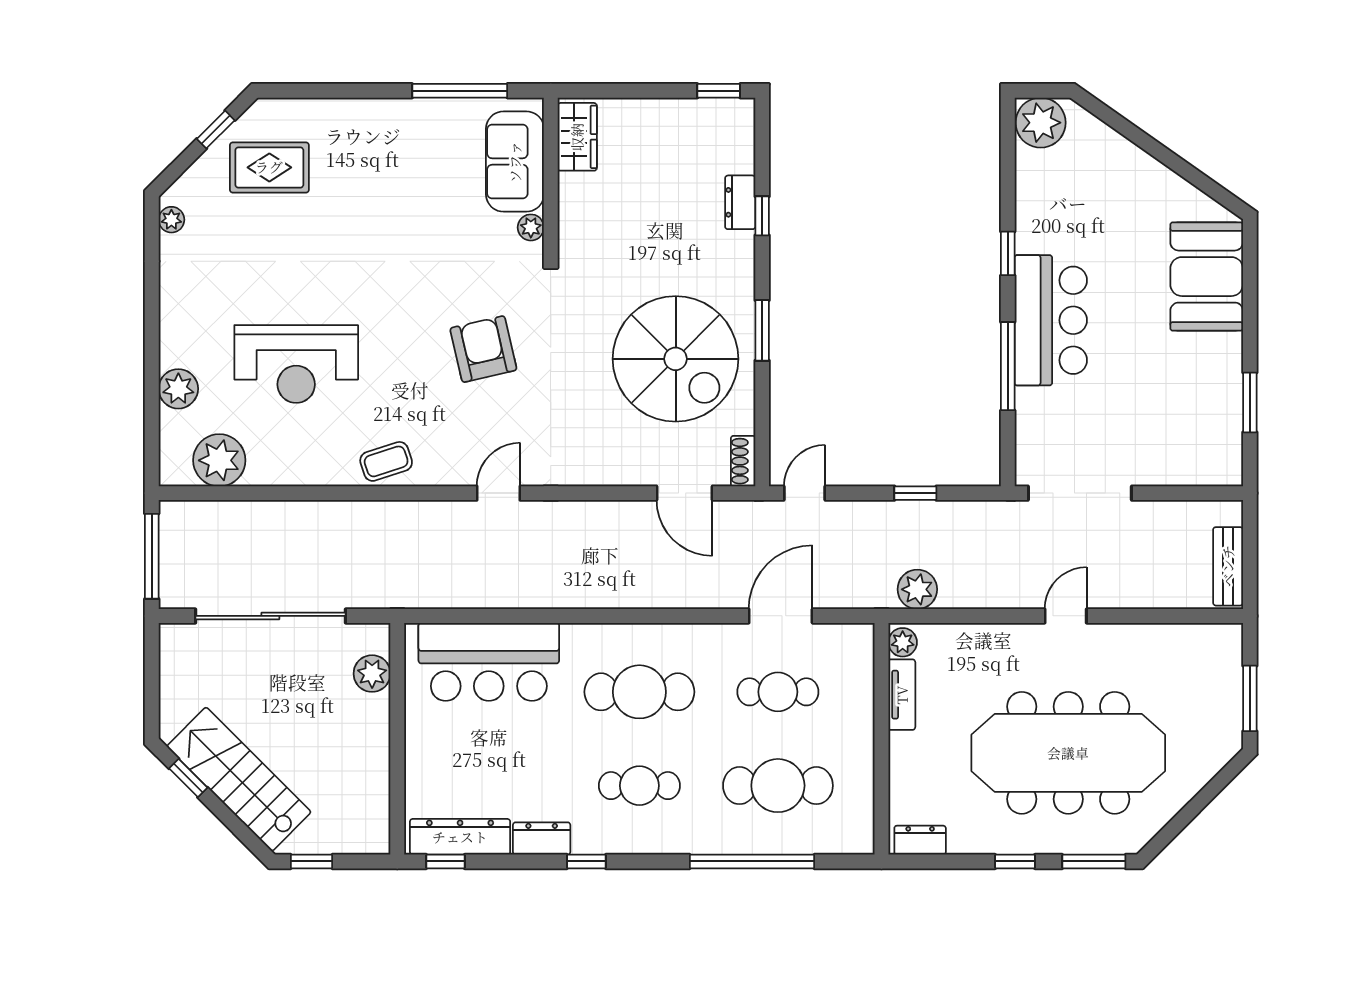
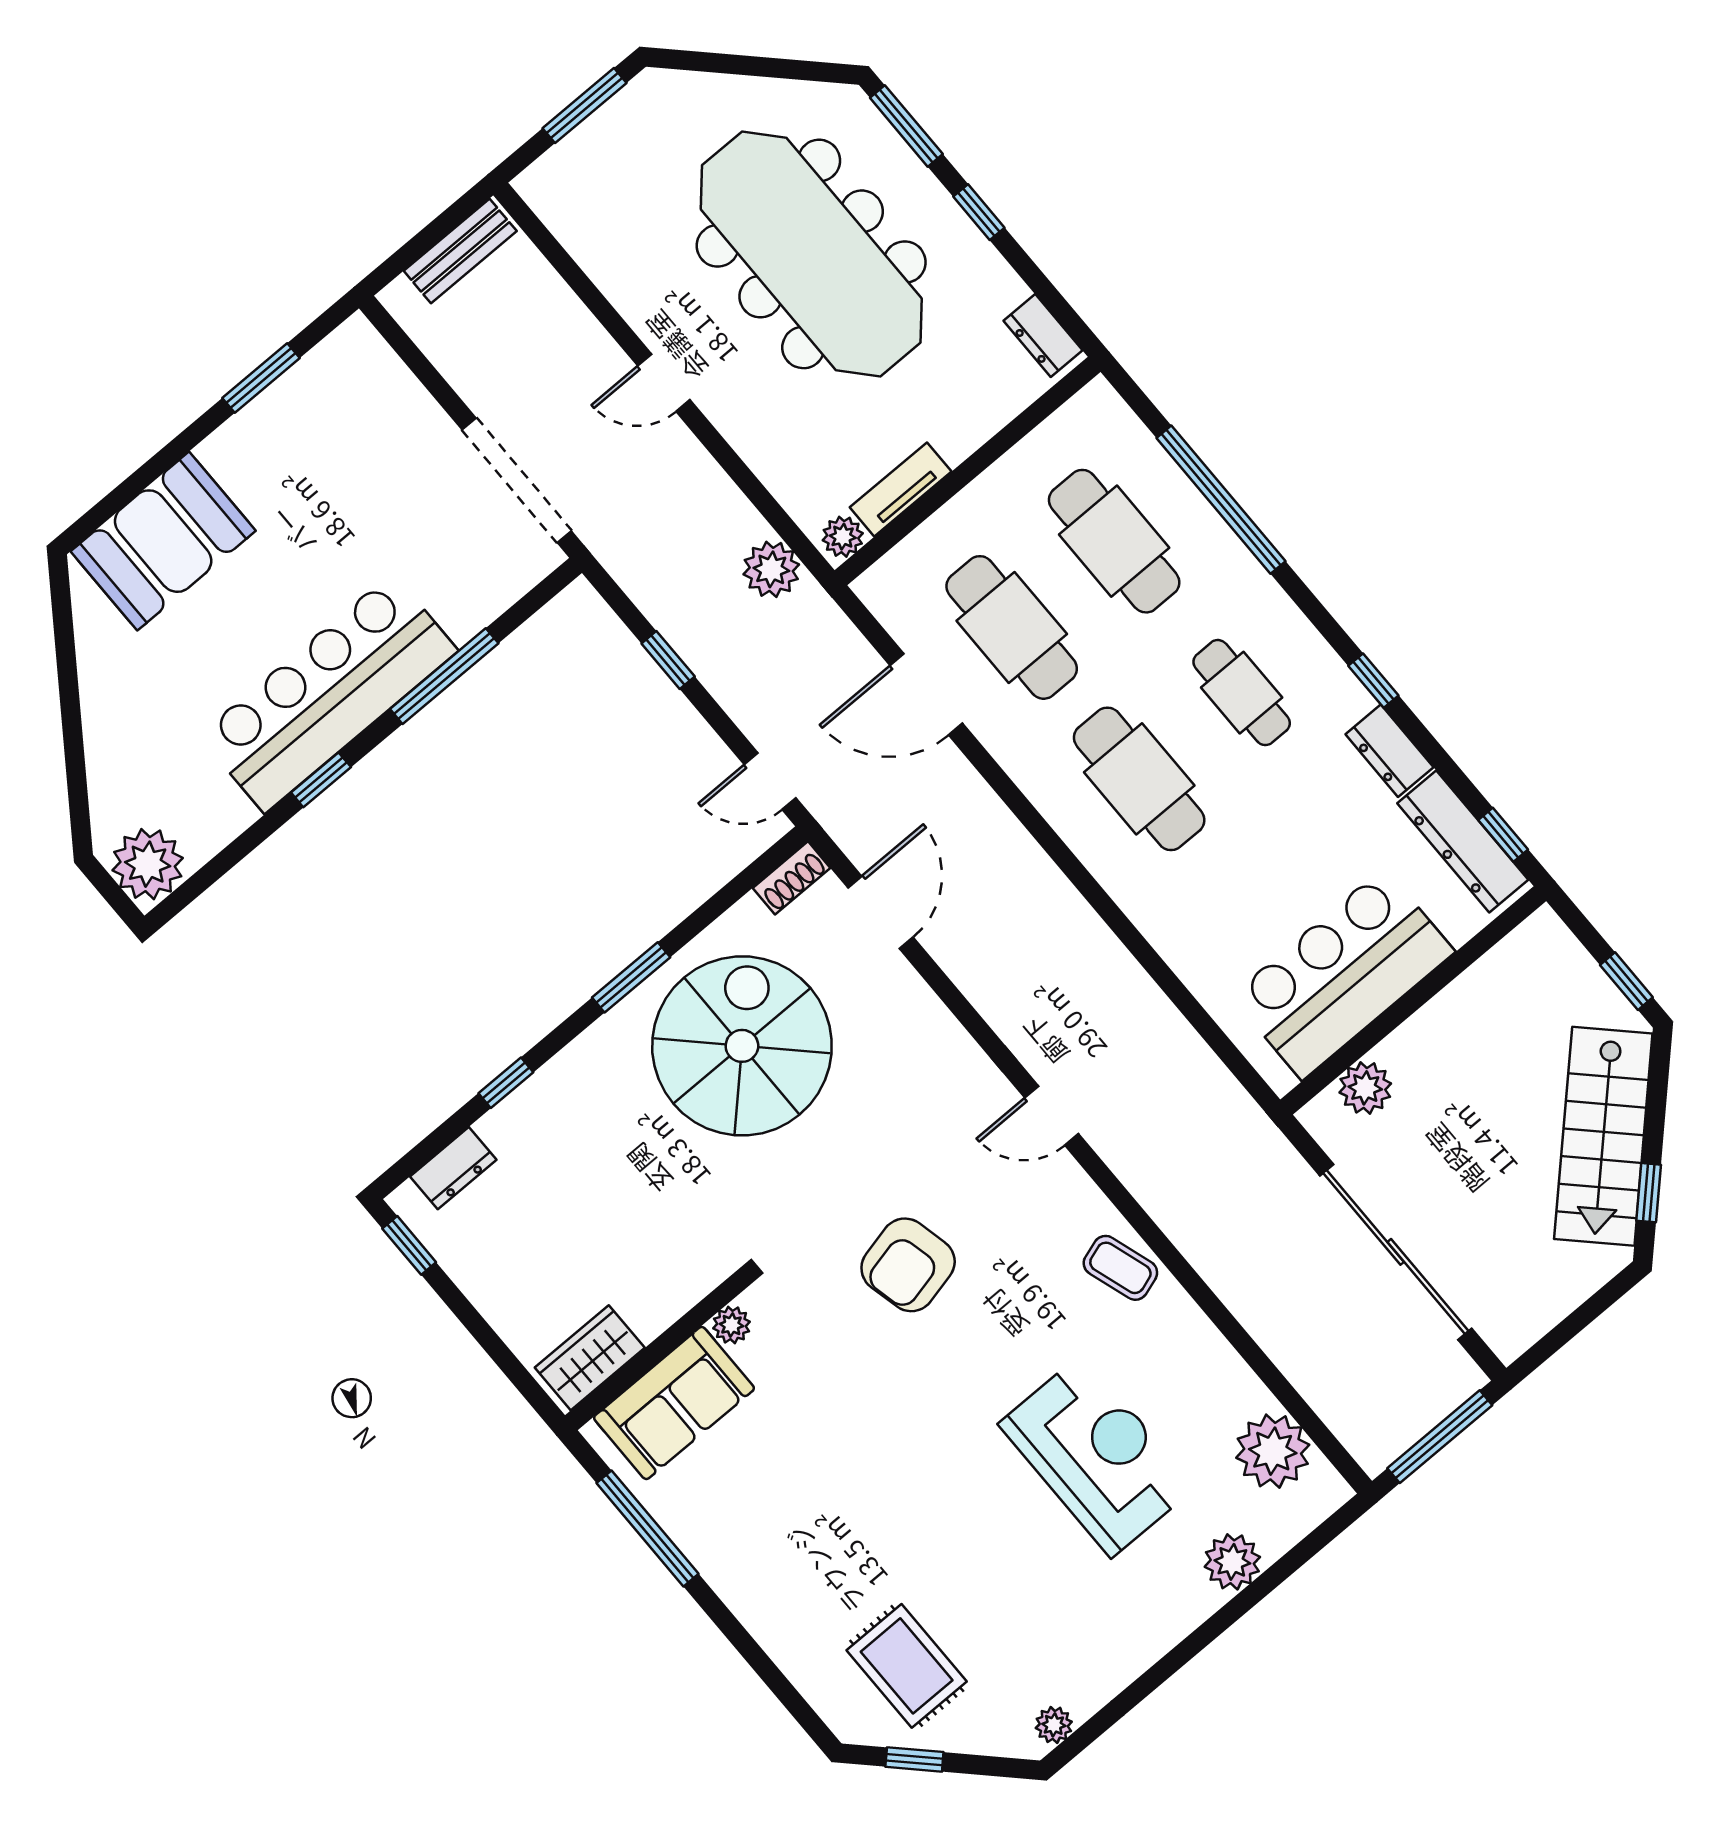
dresser: (740, 202) -> (453, 1168), moved
bar counter: (1051, 320) -> (328, 693), width x1.36
bar counter: (489, 662) -> (1343, 974), moved, turned -90
cafe table: (778, 692) -> (1012, 627), width x1.37, depth x1.35

